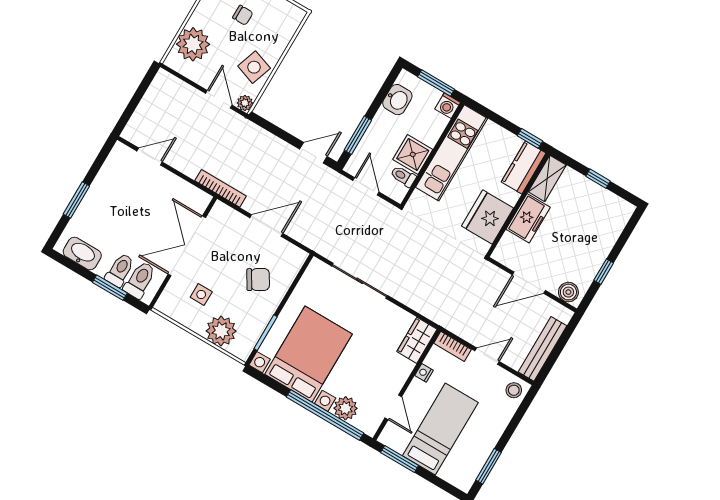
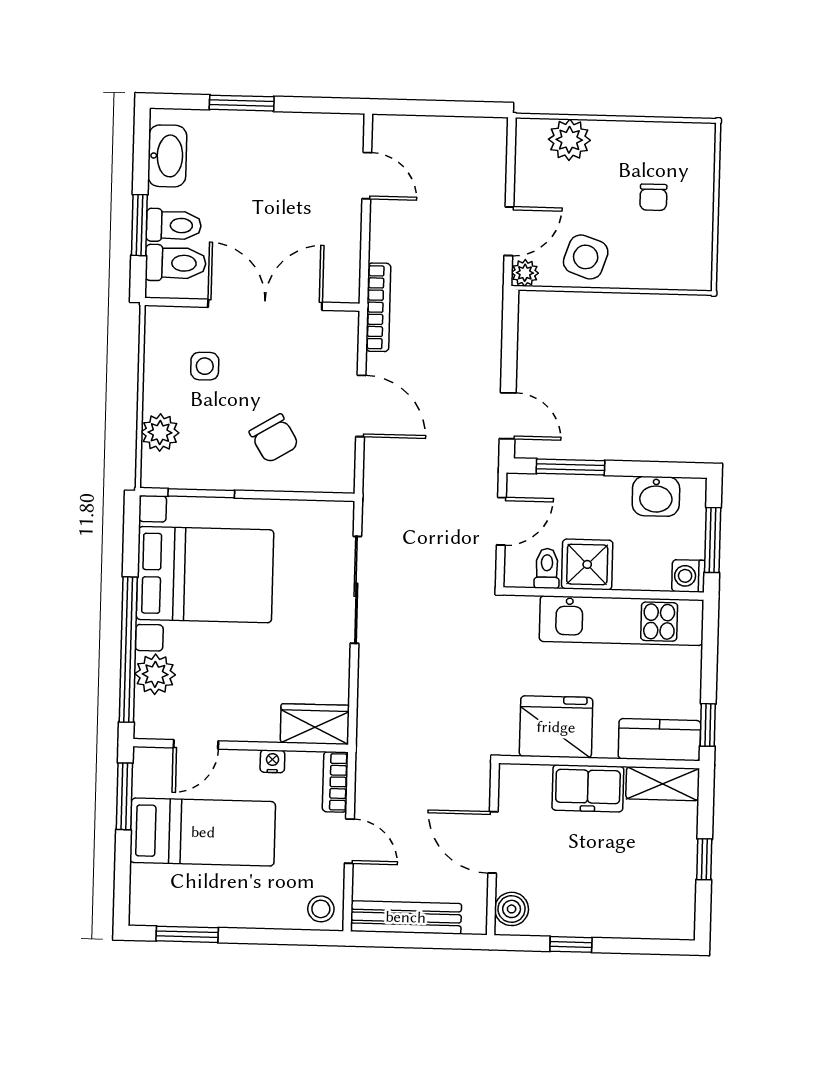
plant: (193, 44) -> (569, 140), width x0.73, depth x0.73
plant: (221, 331) -> (160, 432), width x0.73, depth x0.73

